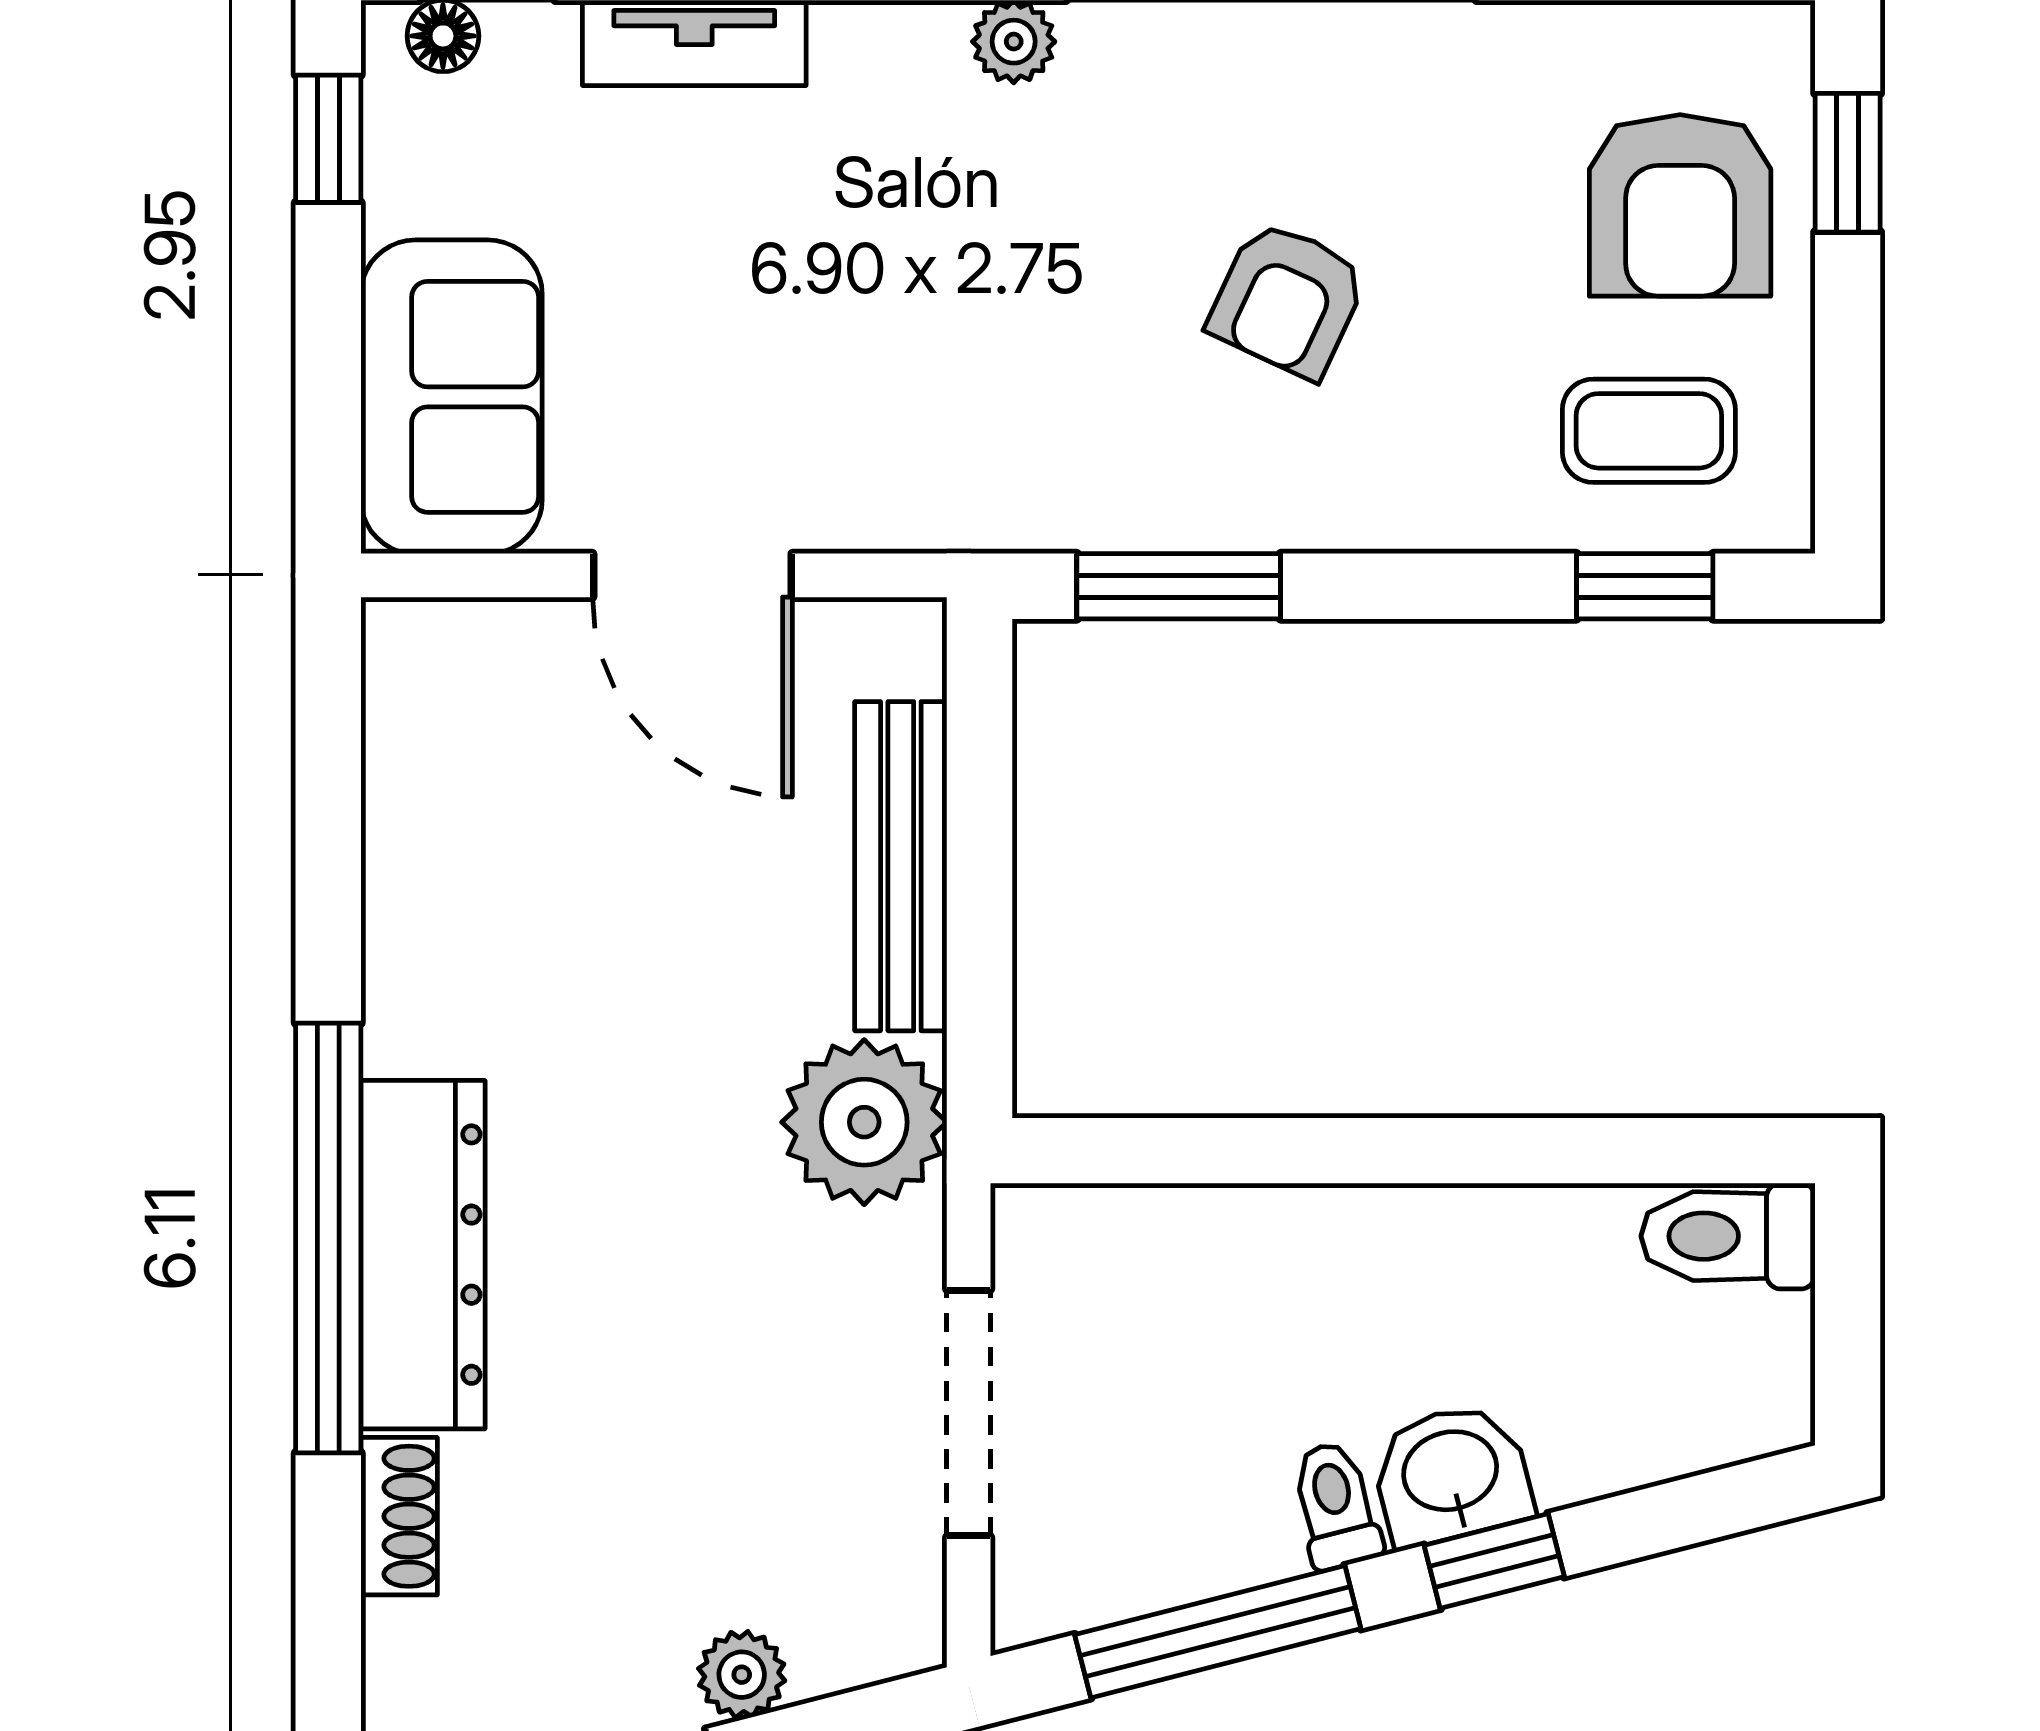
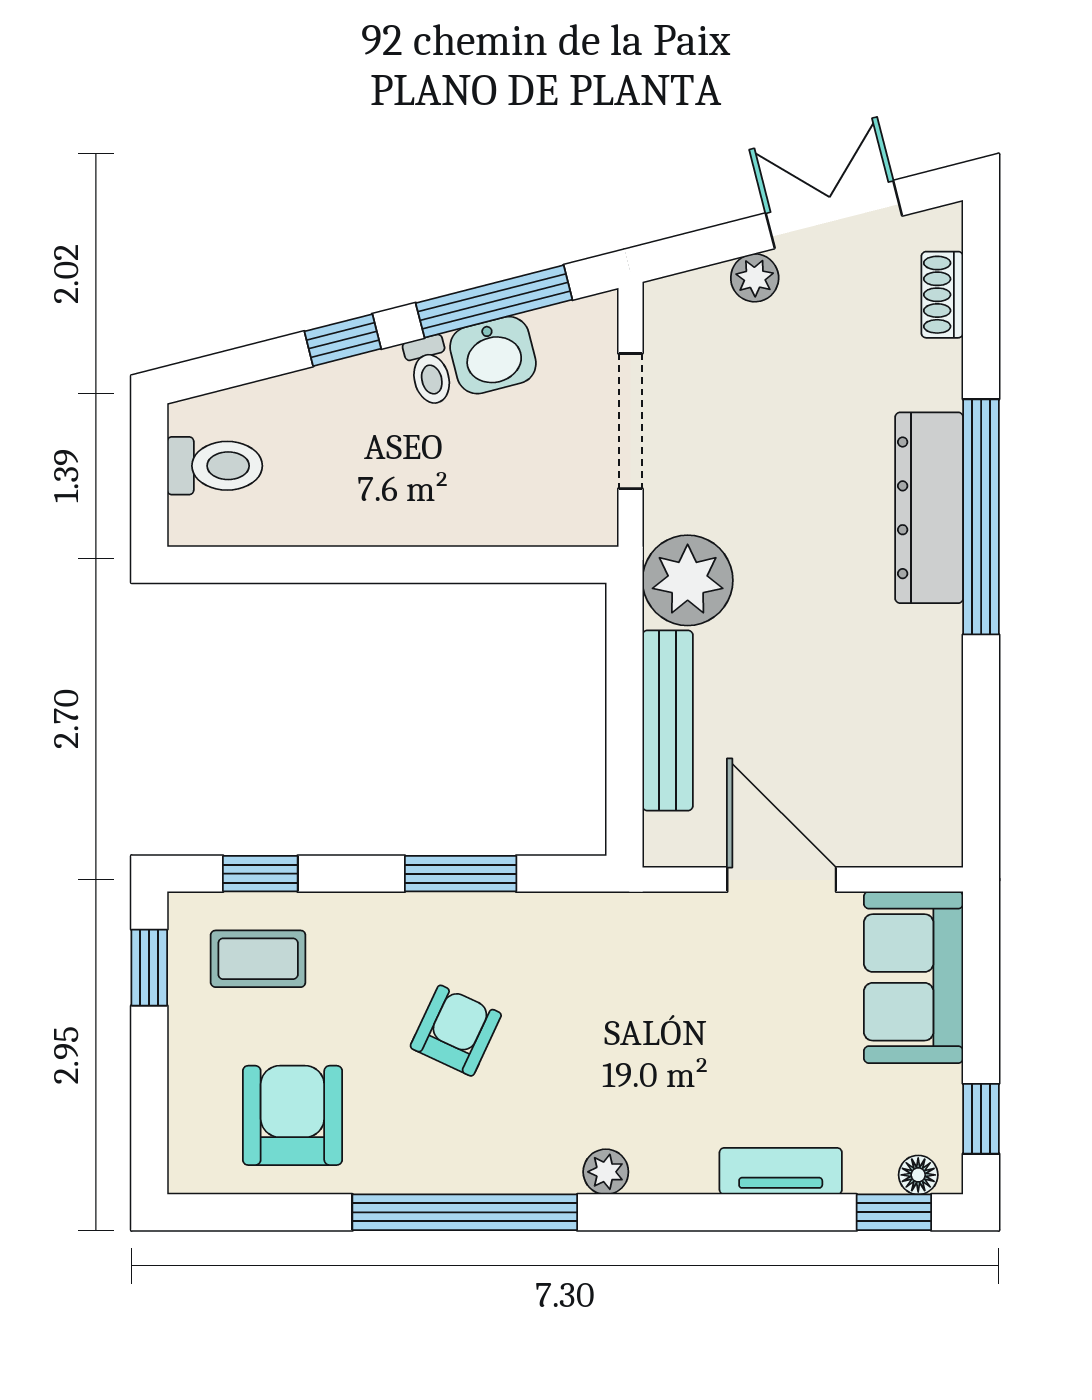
window: (1848, 163) -> (149, 968), moved
armchair: (1680, 205) -> (292, 1115), moved
window: (1179, 586) -> (461, 874), moved
toilet: (1728, 1236) -> (215, 466), moved
washbasin: (1451, 1474) -> (493, 355), moved
shoe rack: (399, 1516) -> (942, 295), moved

